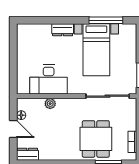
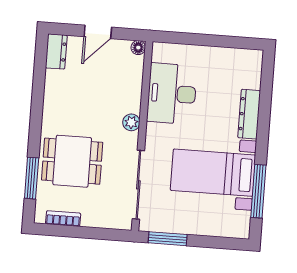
dresser: (63, 30) -> (249, 114), width x1.44
plant: (50, 104) -> (131, 122), moved
floor lamp: (21, 115) -> (138, 48), moved

